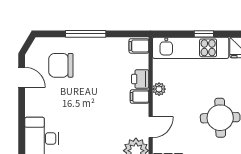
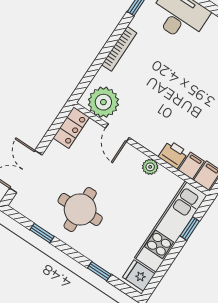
window: (204, 34) -> (190, 229), moved
filing cabinet: (140, 97) -> (191, 166), moved

